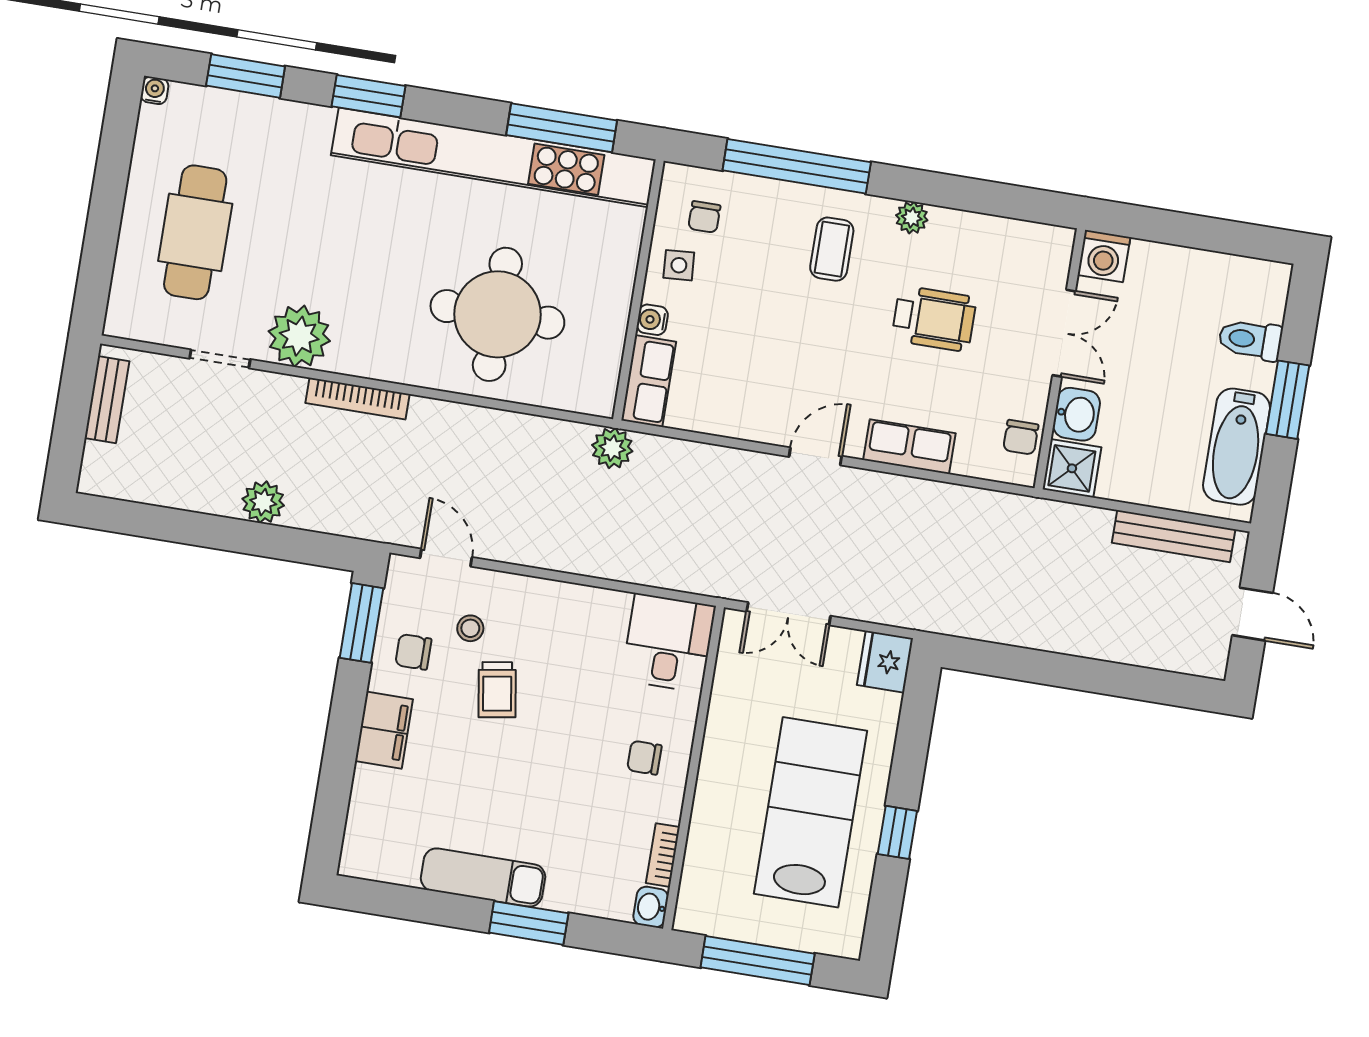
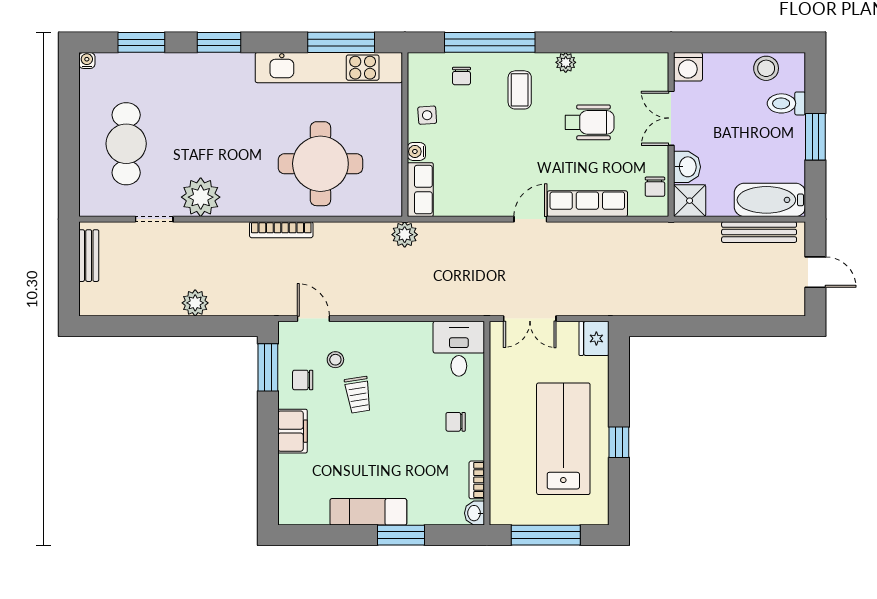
kitchen unit: (493, 157) -> (329, 68), width x0.73
chair: (704, 217) -> (462, 76), moved
stool: (1227, 279) -> (766, 68), added
double door: (1064, 333) -> (671, 118), swing flipped
bookcase: (358, 399) -> (281, 230), moved
row of seats: (909, 447) -> (587, 204), width x1.48
bathtub: (1237, 447) -> (770, 200), moved, turned 90

